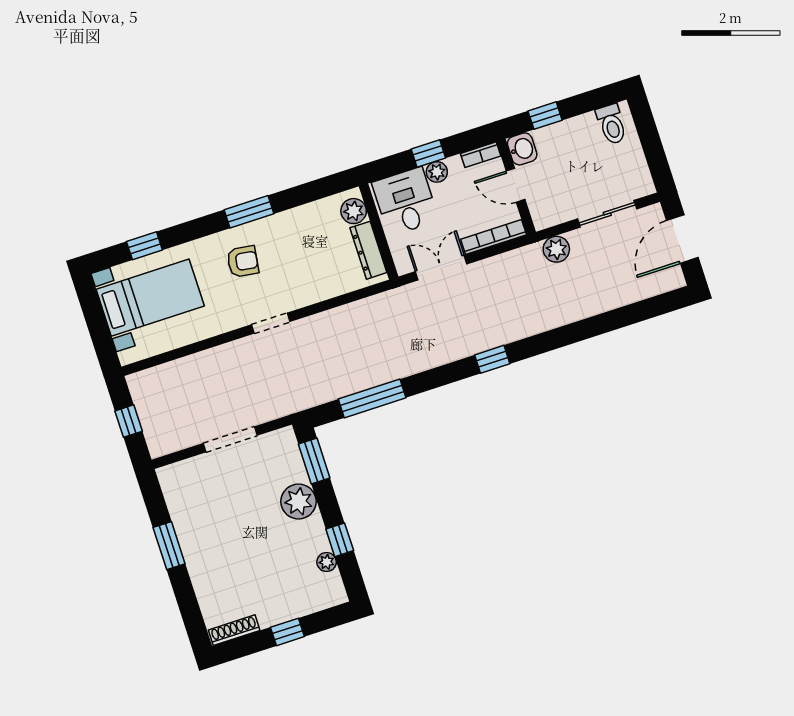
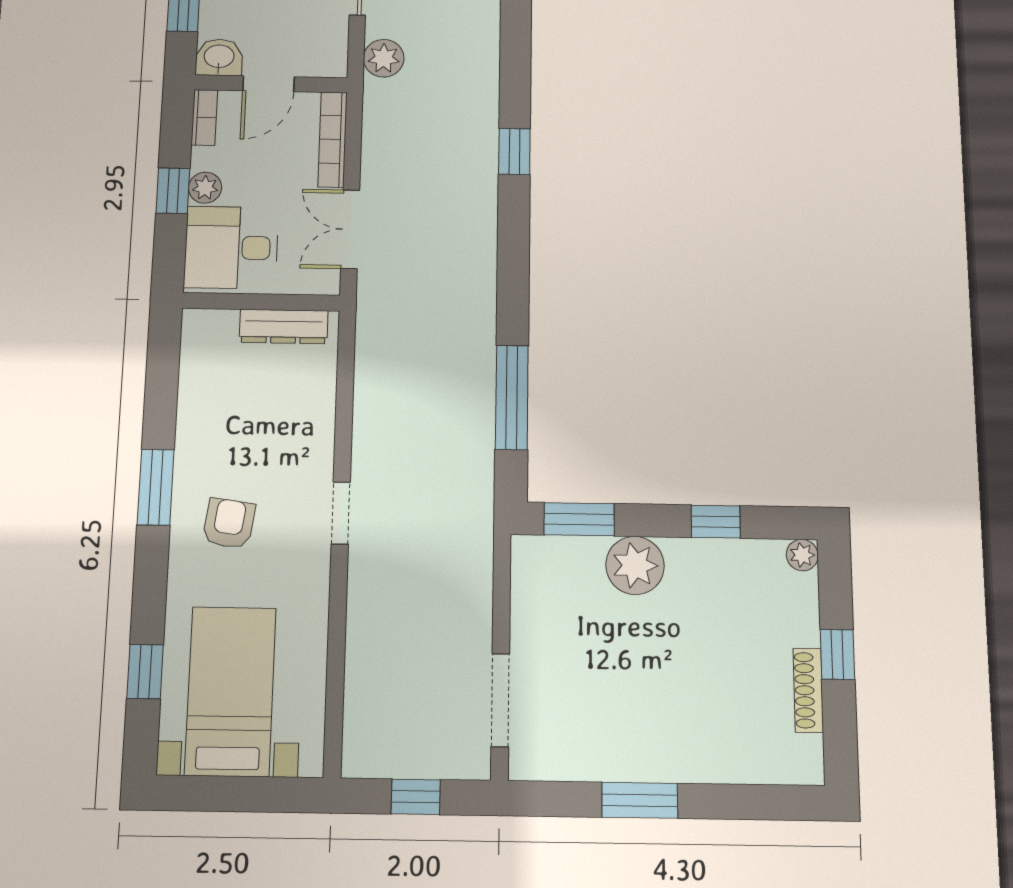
plant: (354, 211) -> (216, 328), removed
window: (492, 359) -> (514, 152), moved
doorway: (230, 439) -> (500, 700), moved
plant: (327, 562) -> (802, 555), moved
shoe rack: (234, 630) -> (808, 690), moved

